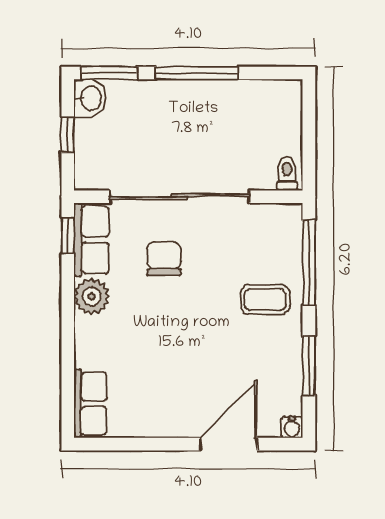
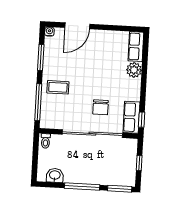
washbasin: (90, 98) -> (55, 175), moved, turned 90
plant: (92, 296) -> (134, 70), moved

